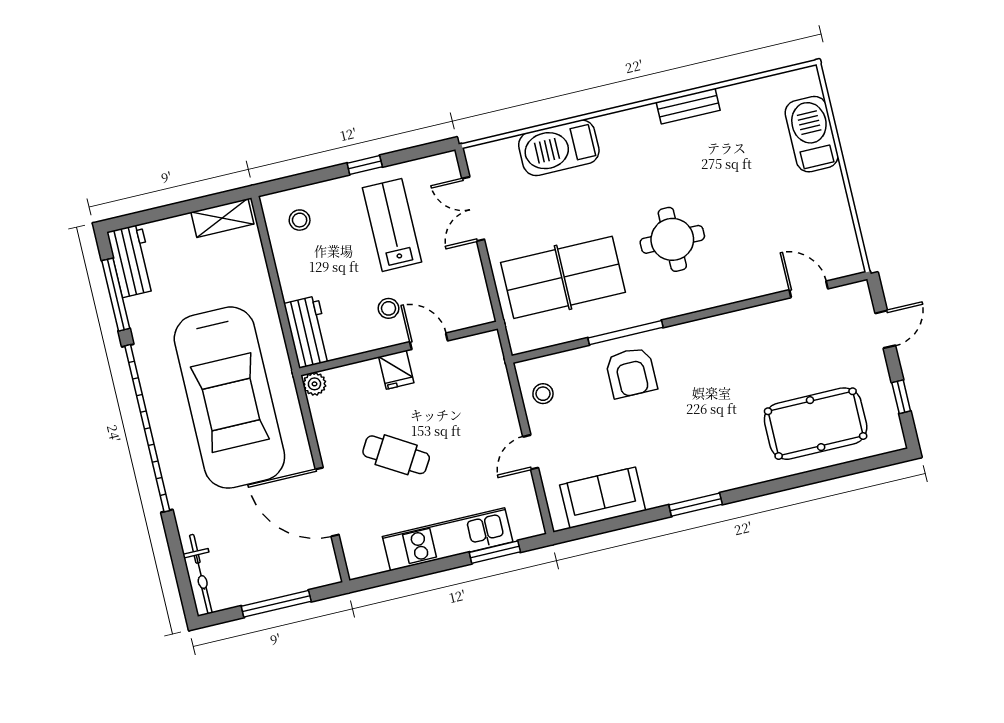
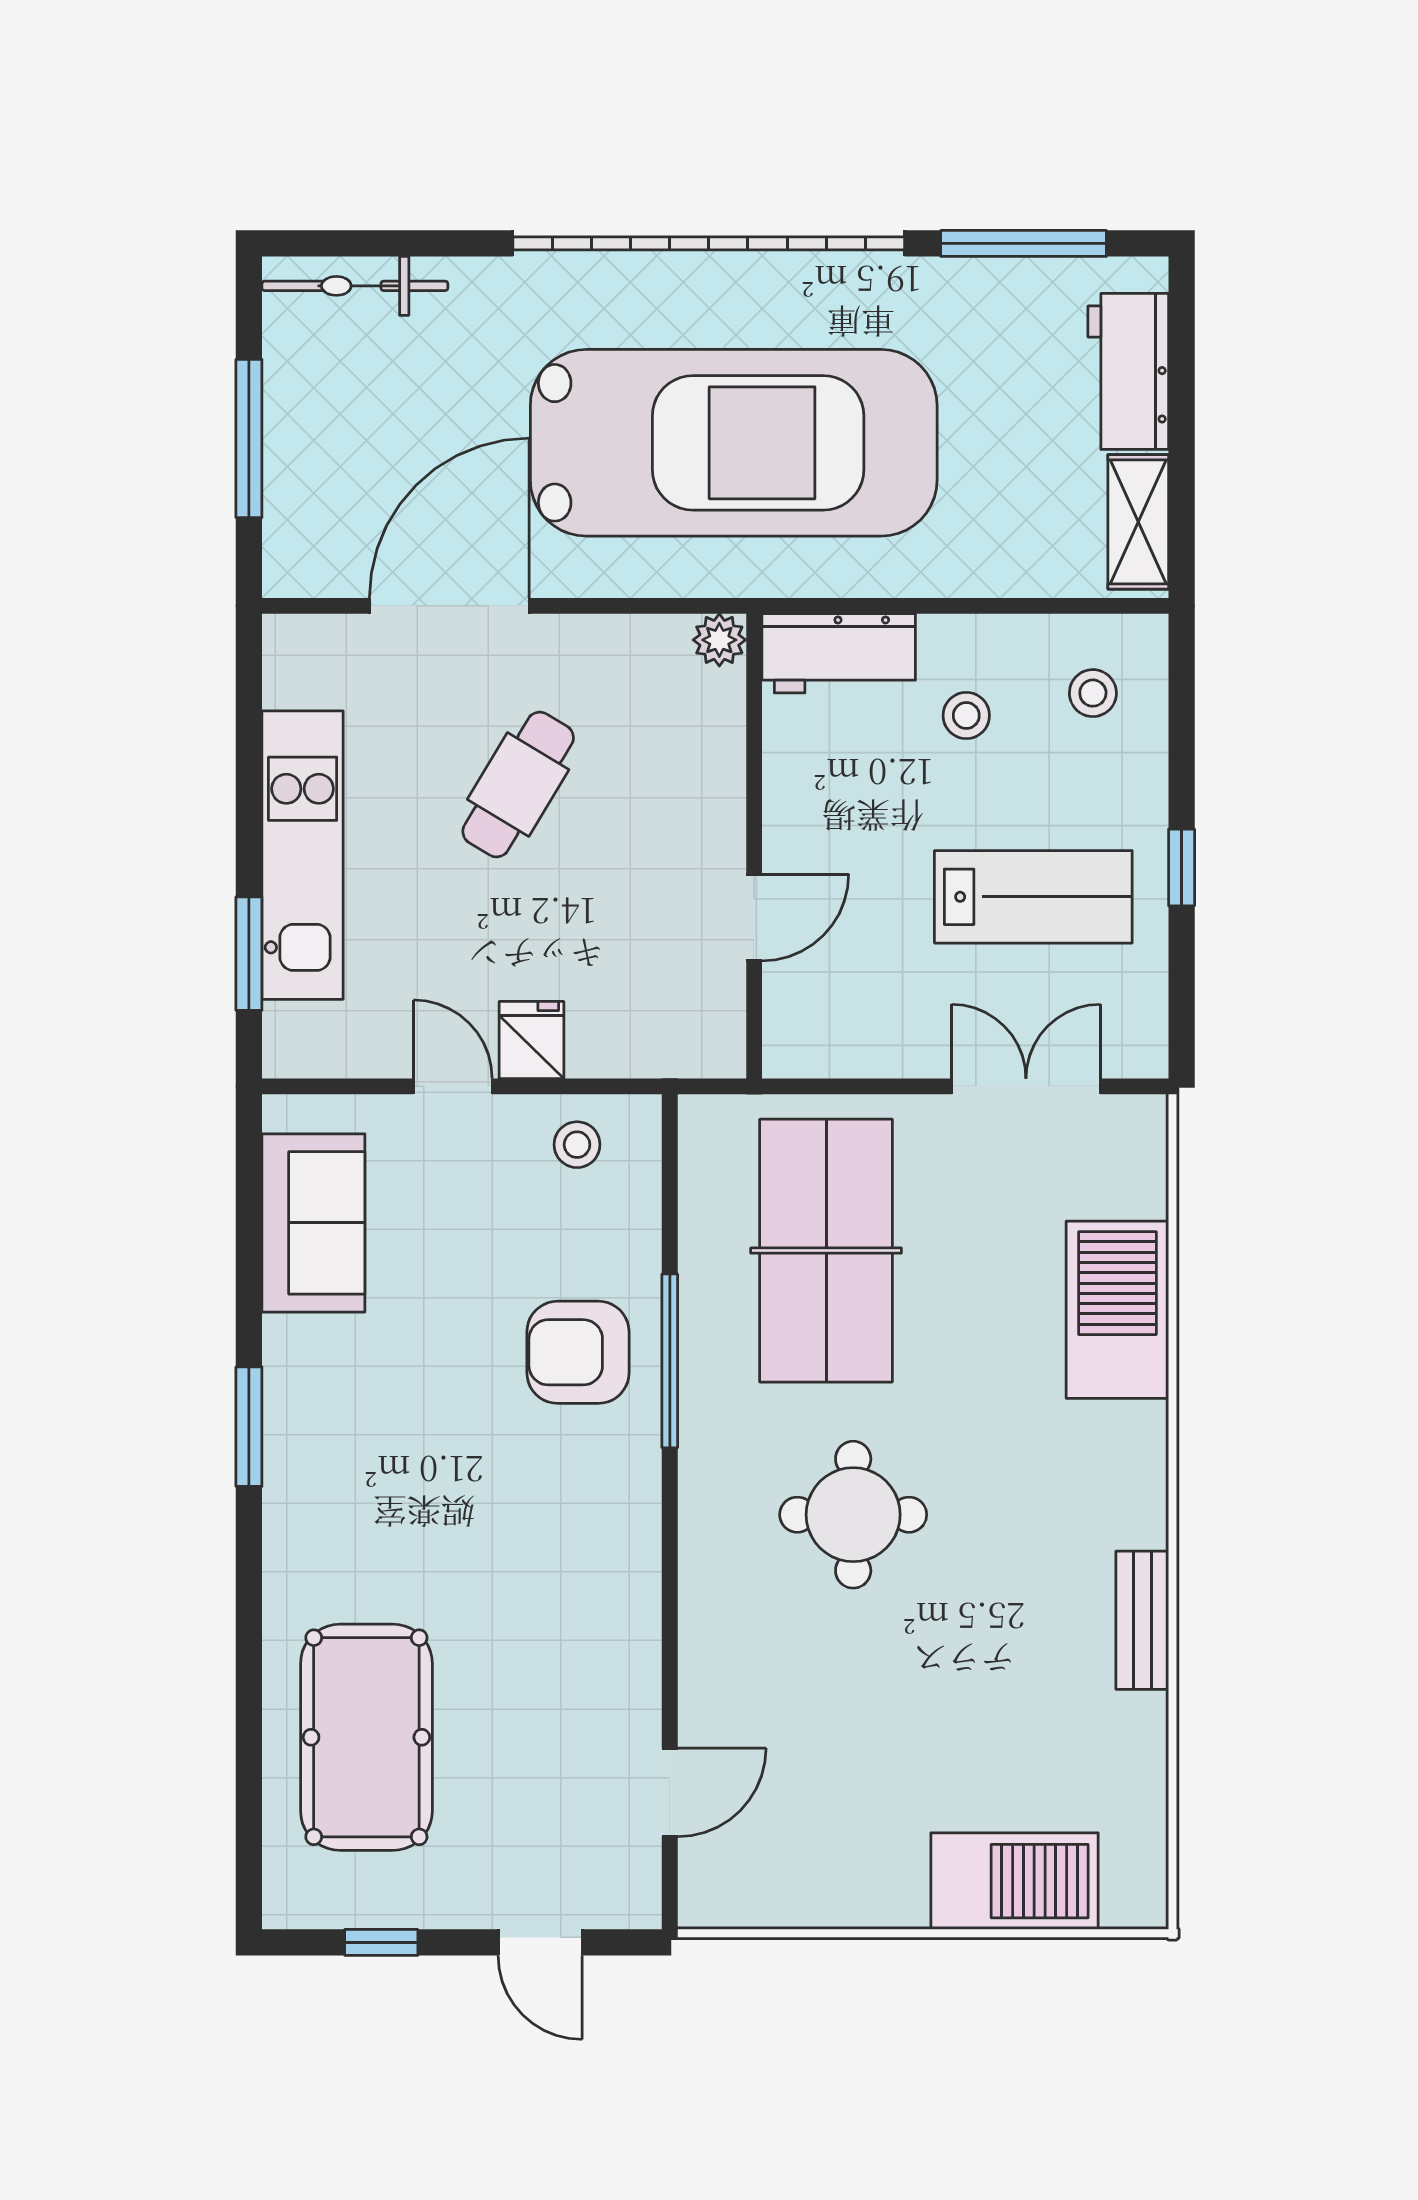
workbench: (132, 261) -> (1128, 371), moved, turned 90
stool: (389, 308) -> (966, 715), moved
fridge: (396, 370) -> (531, 1040), moved, turned 90
car: (229, 398) -> (734, 443), turned 180

